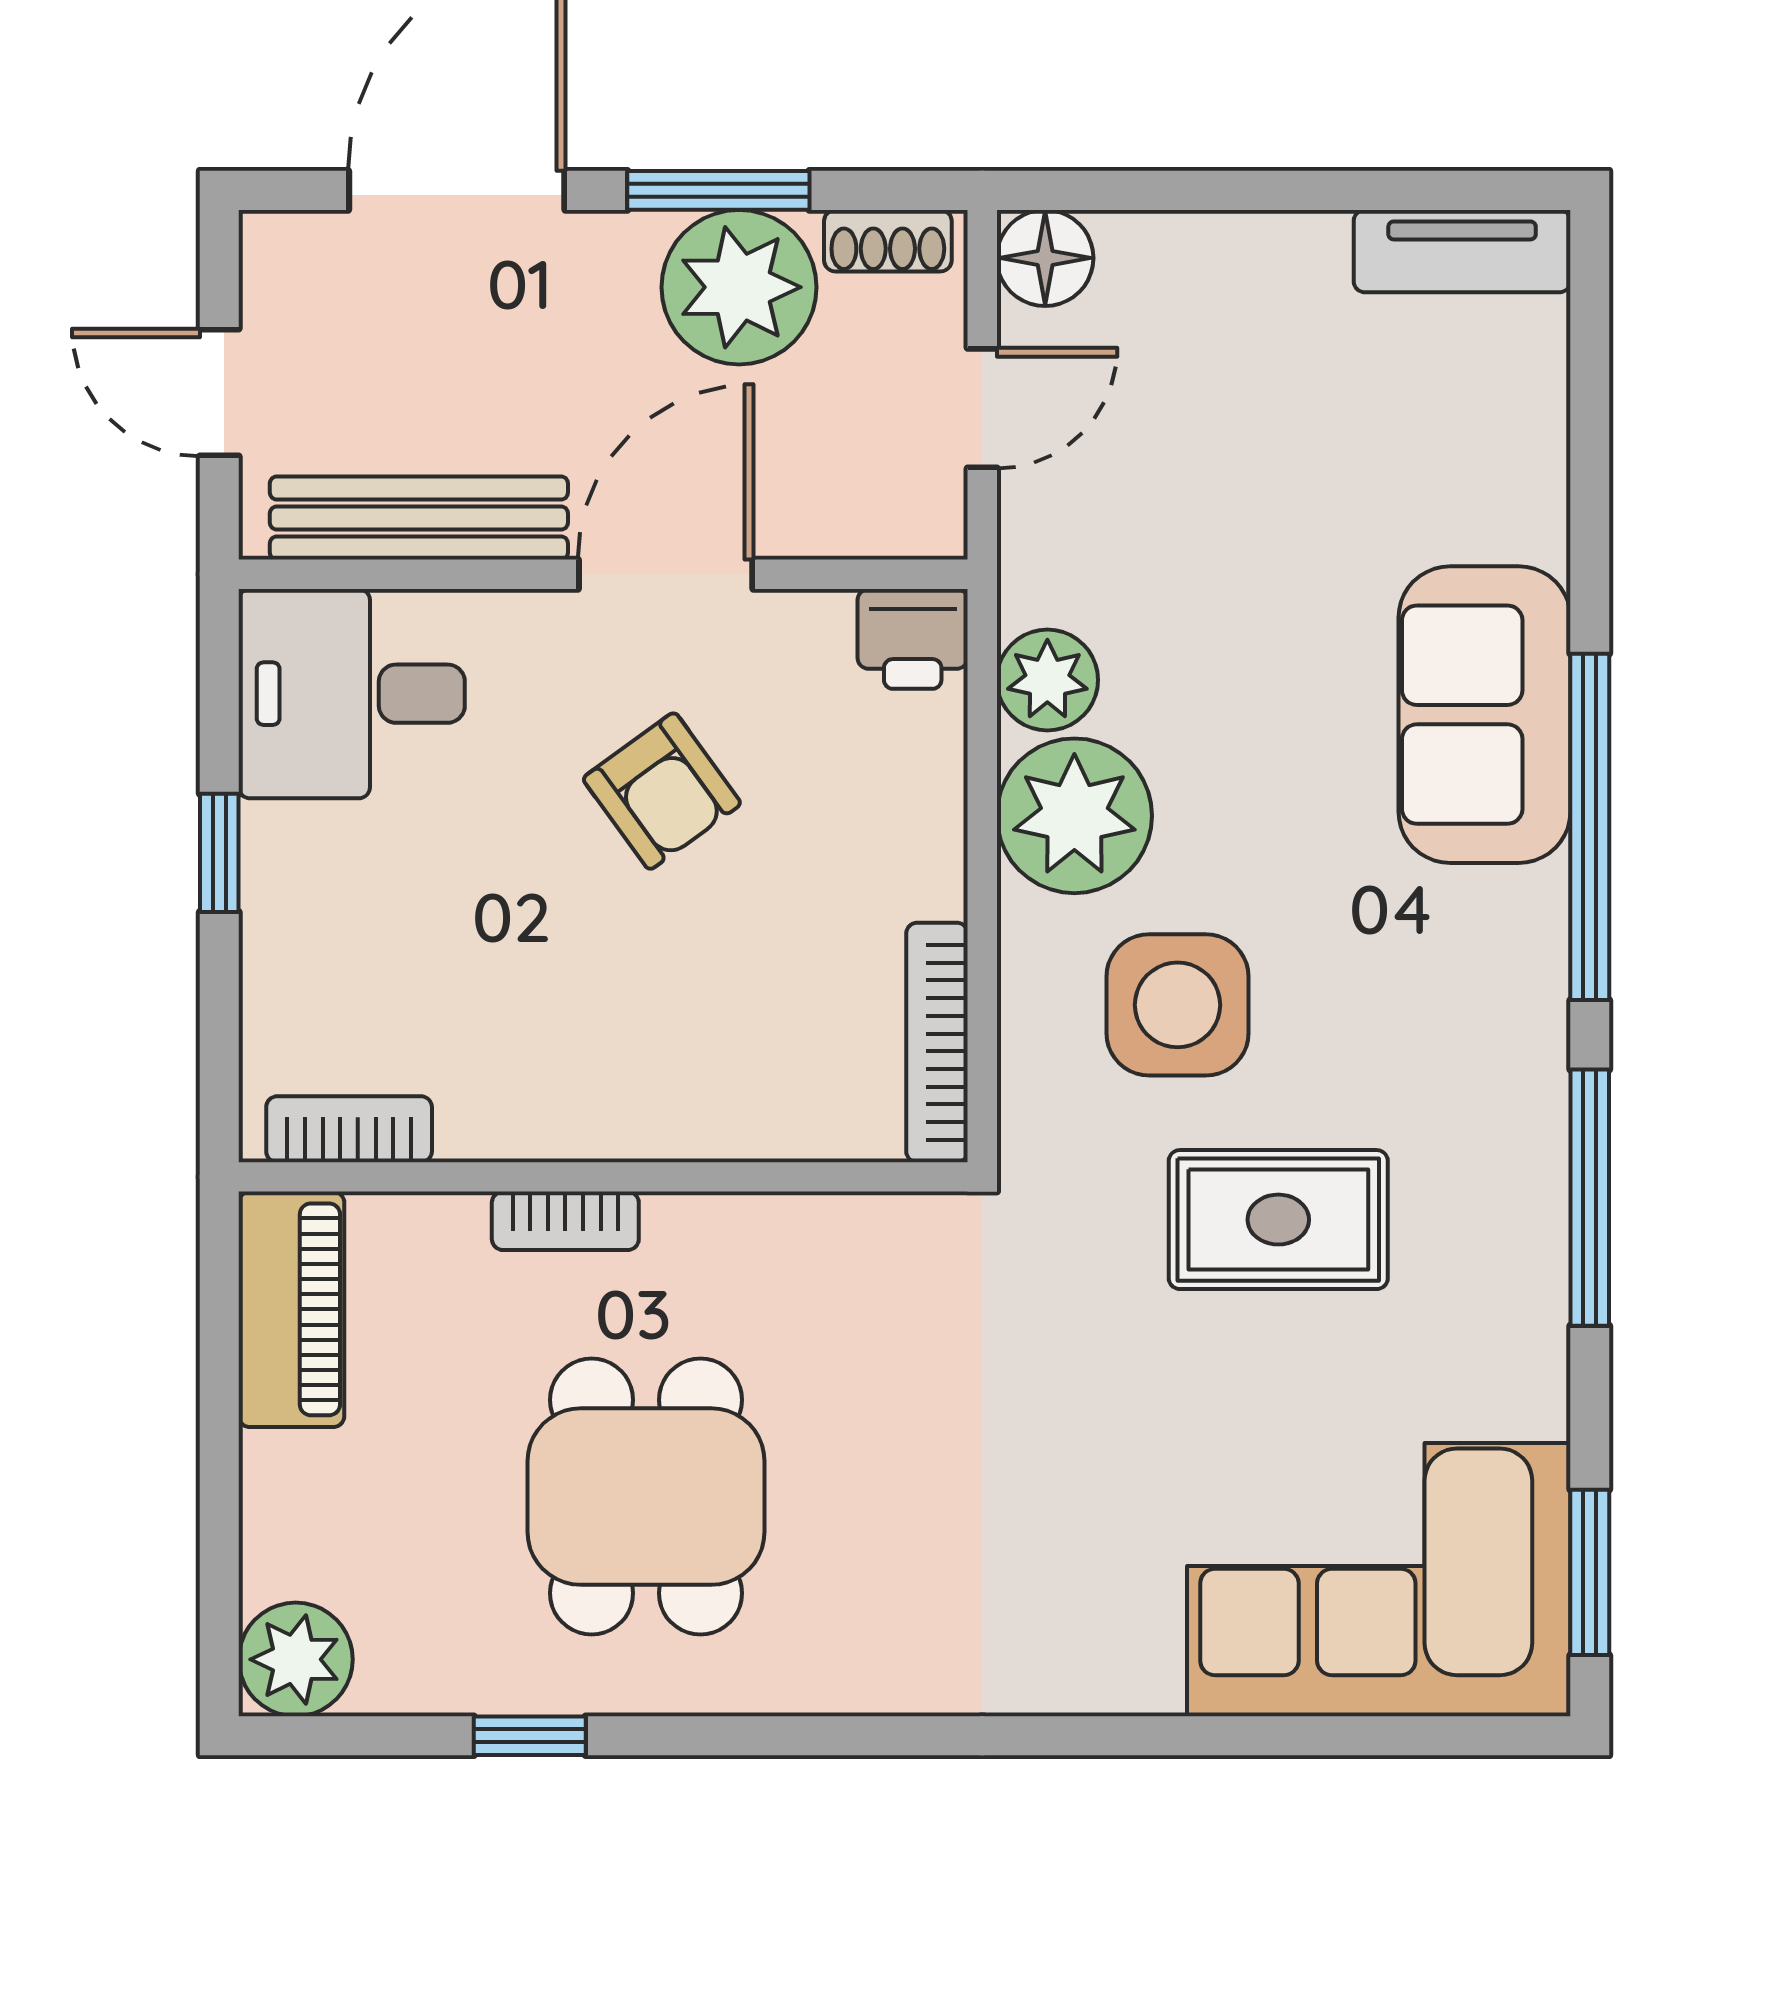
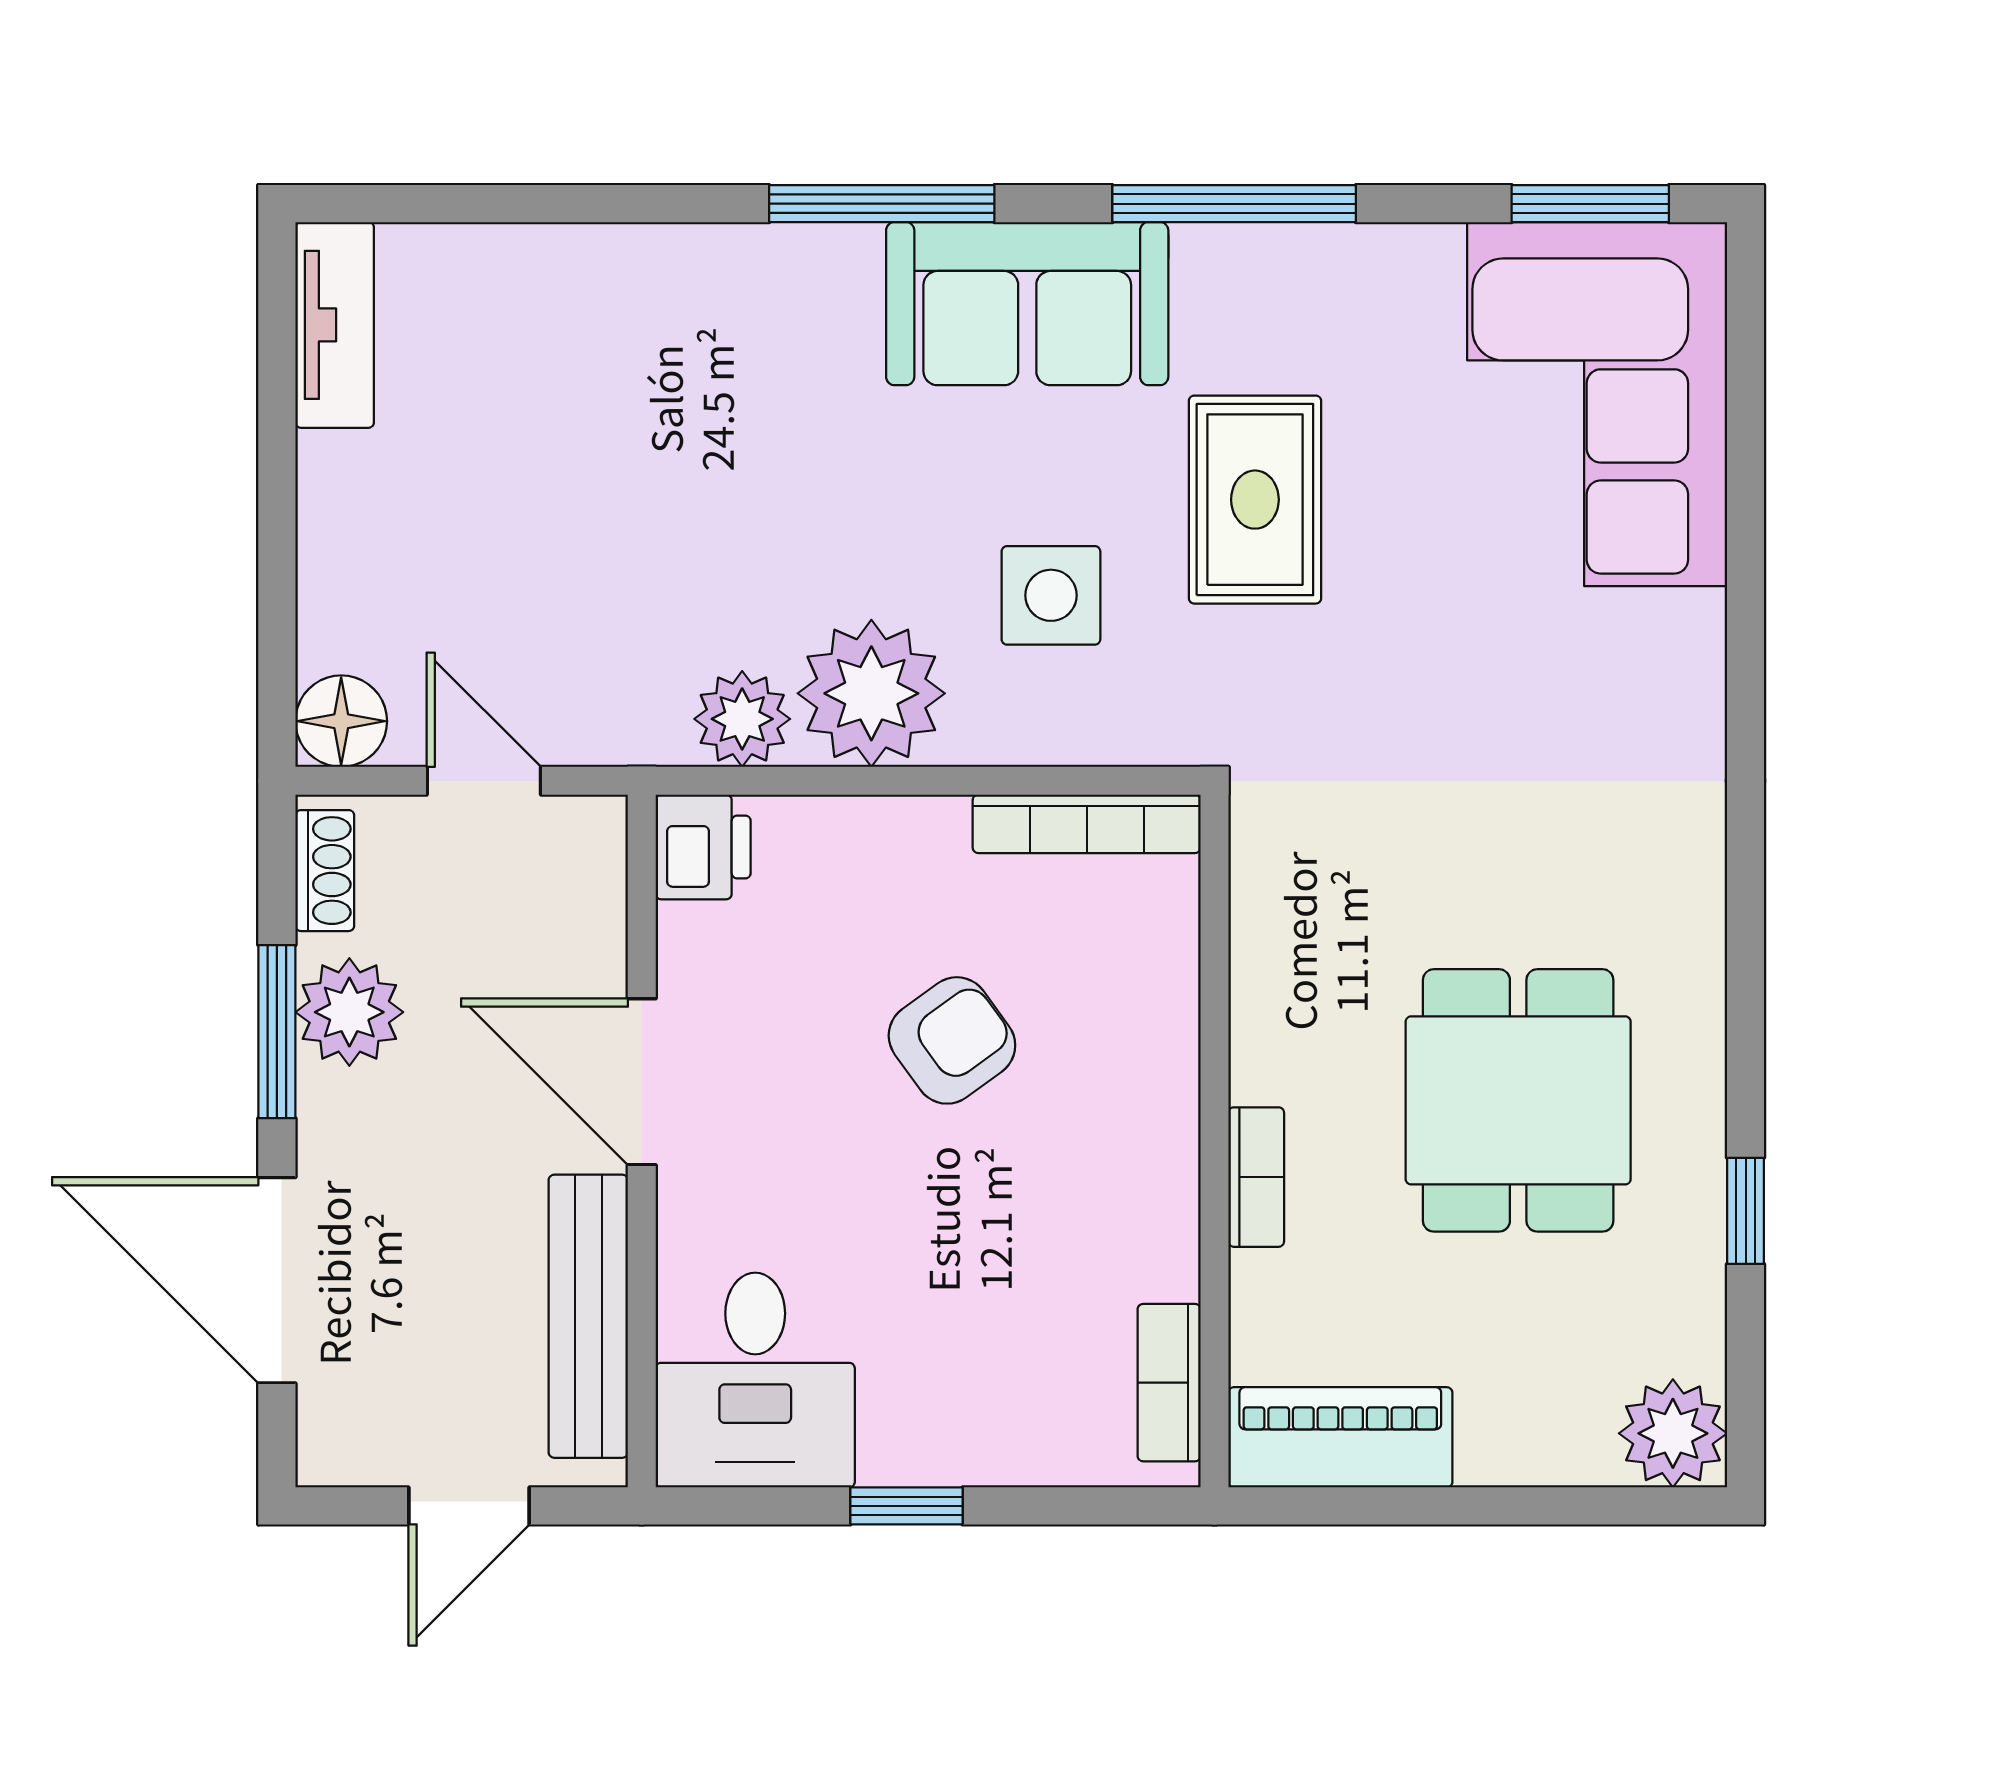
plant: (739, 287) -> (349, 1012), width x0.73, depth x0.73
sofa: (1484, 715) -> (1027, 304), moved
armchair: (662, 791) -> (952, 1040), moved
window: (1590, 827) -> (882, 204), width x0.68
side table: (1178, 1005) -> (1051, 595), width x0.73, depth x0.73
dining table: (646, 1497) -> (1518, 1100), turned 90

